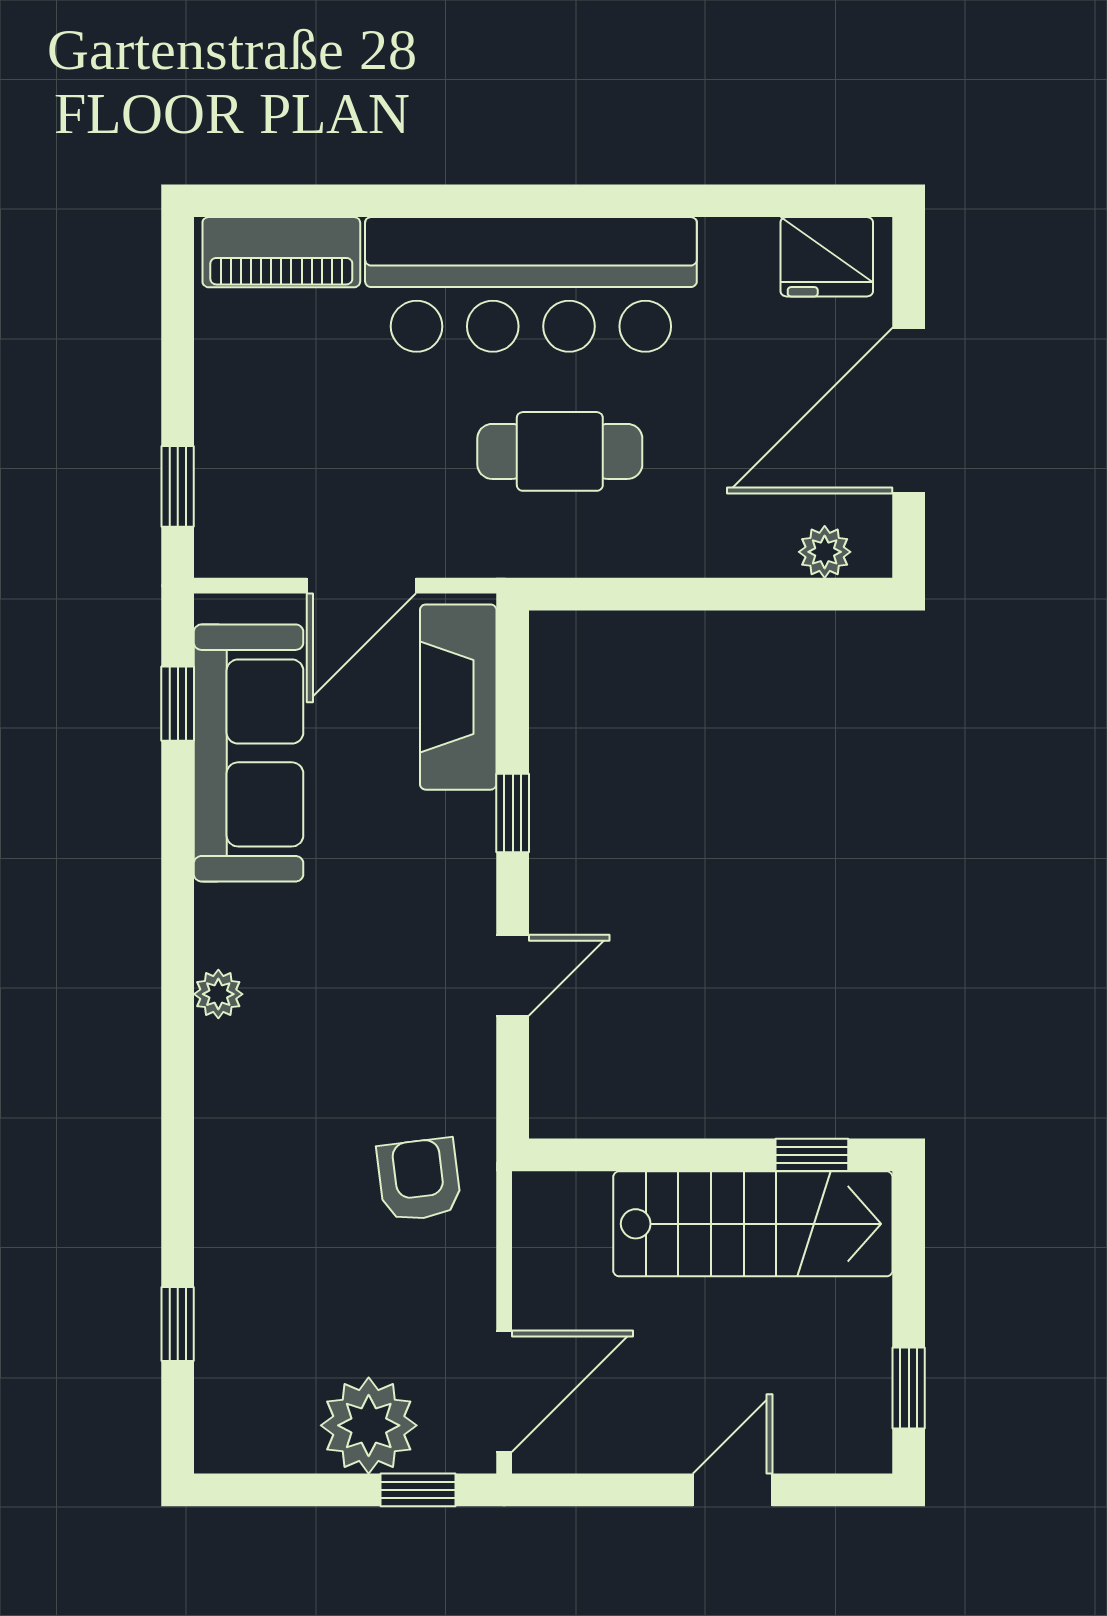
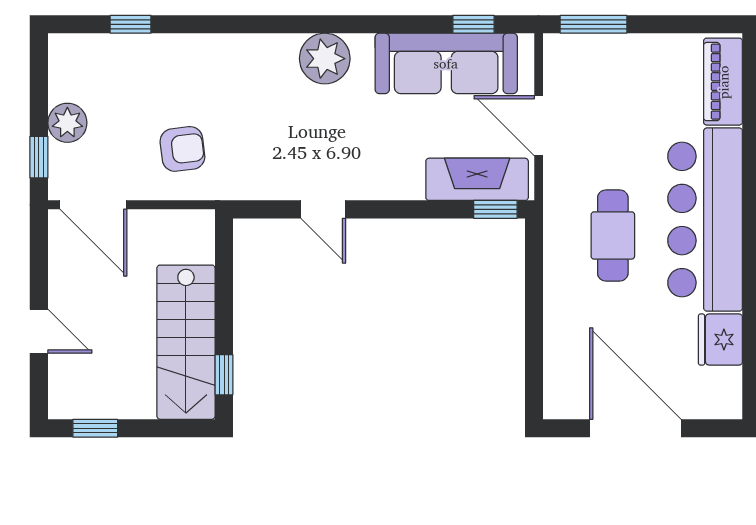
fridge: (827, 257) -> (720, 340), moved
window: (178, 486) -> (594, 24), width x1.50
plant: (825, 552) -> (557, 382), removed
window: (513, 813) -> (495, 209), moved
plant: (218, 994) -> (325, 59), width x1.88, depth x1.88
armchair: (419, 1180) -> (182, 149), moved
plant: (369, 1425) -> (67, 123), width x0.73, depth x0.73

